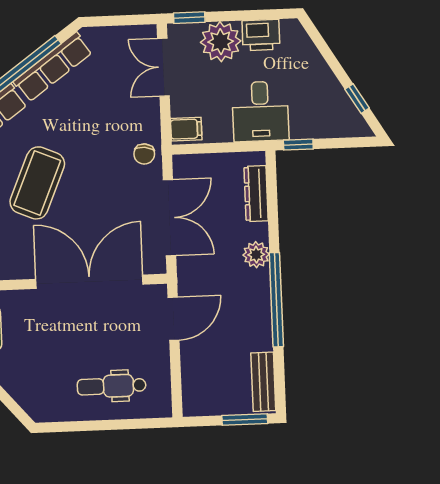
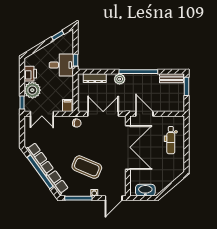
desk: (260, 111) -> (61, 65), moved
double door: (89, 282) -> (128, 147), swing flipped

